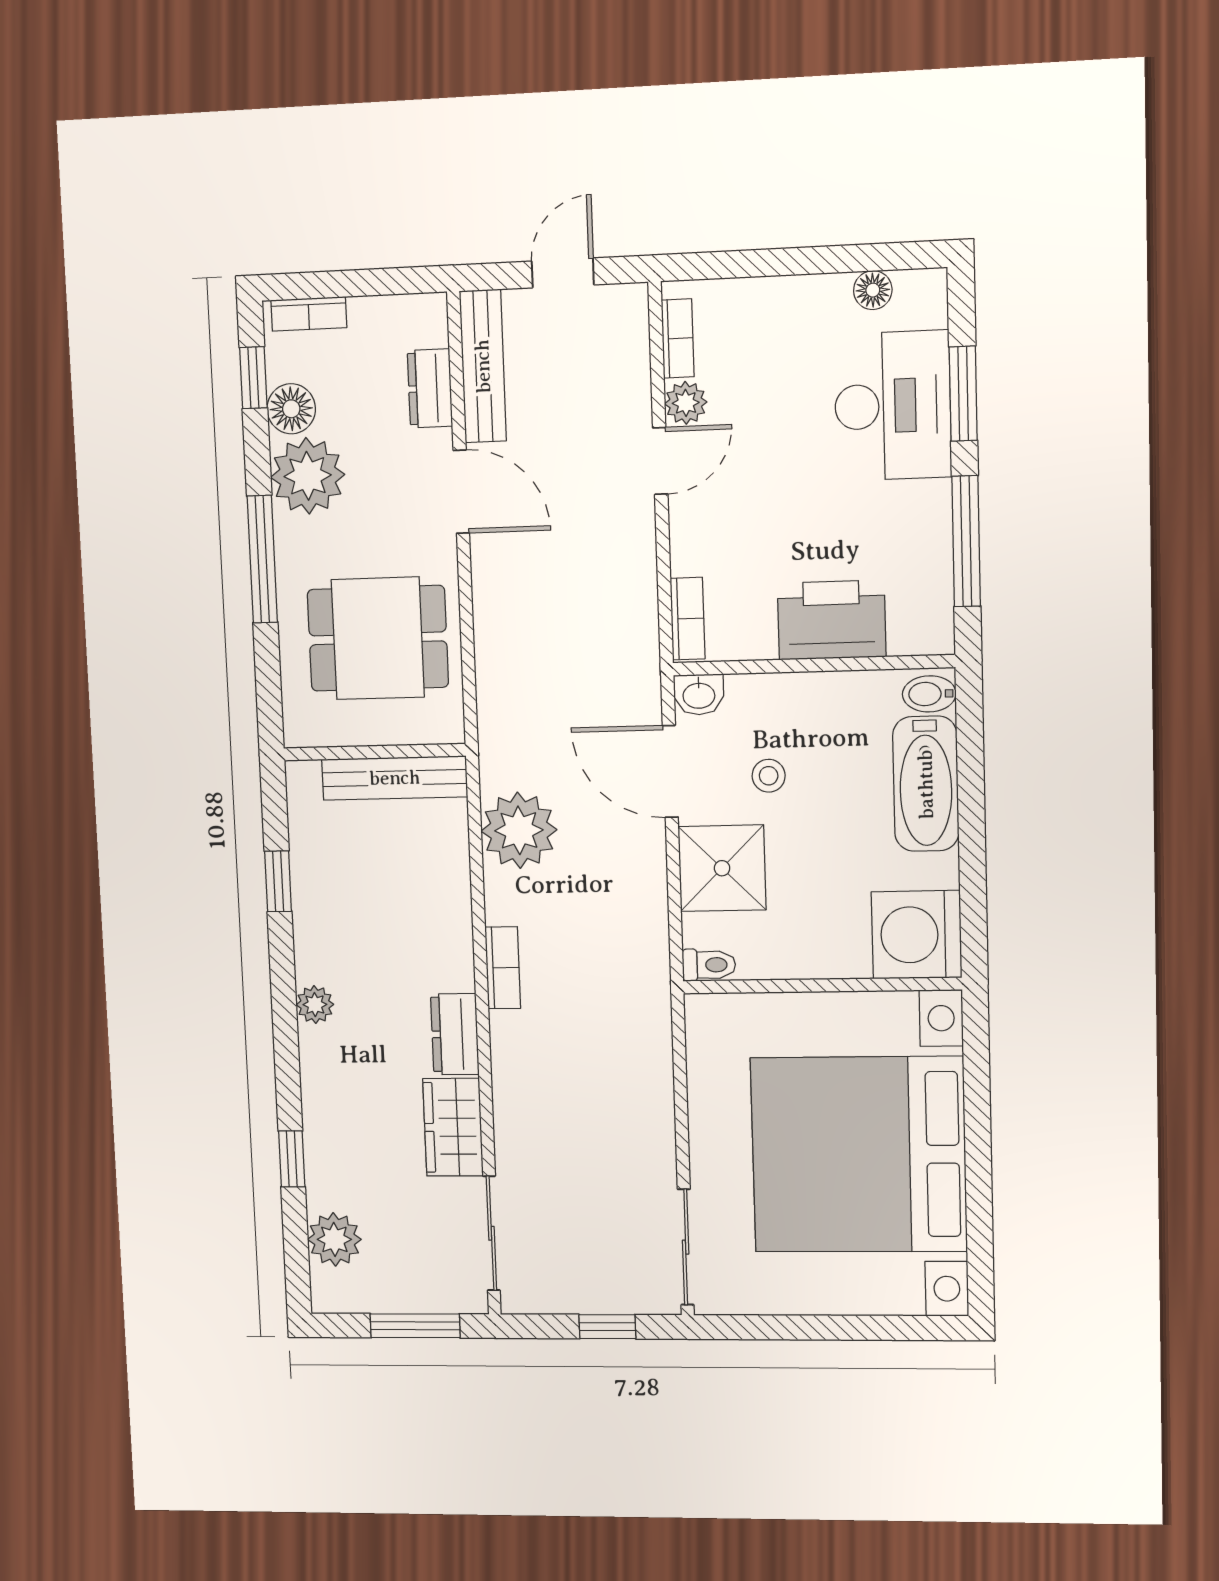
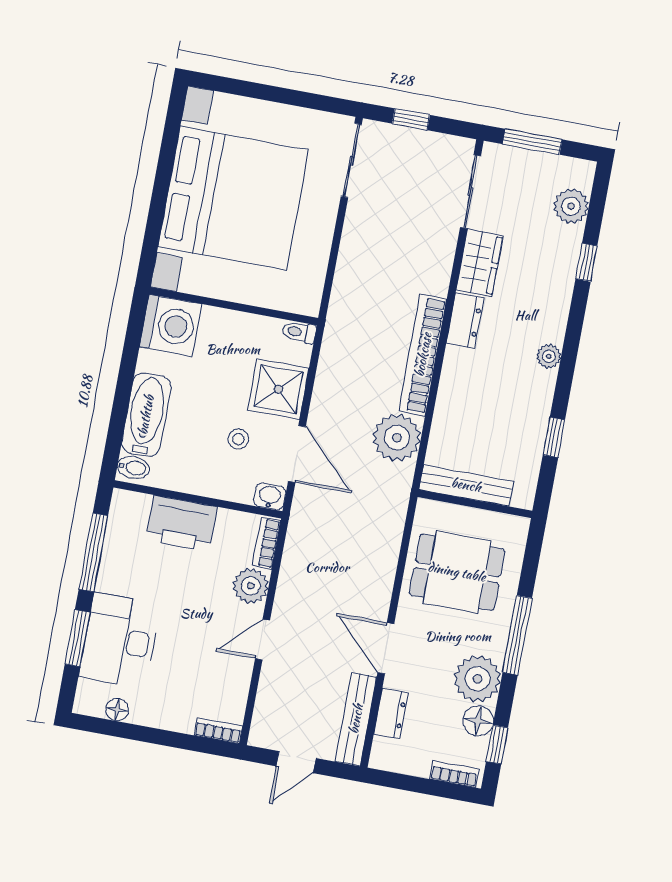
bookcase: (678, 338) -> (218, 731), moved, turned 90
plant: (686, 403) -> (251, 586), moved, width x1.38, depth x1.38
bookcase: (503, 968) -> (423, 355), width x2.31, depth x1.31

